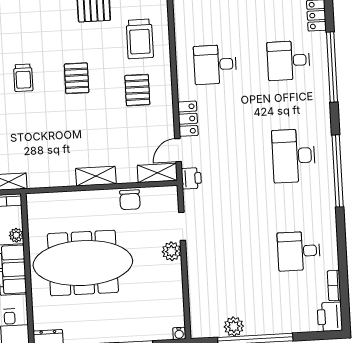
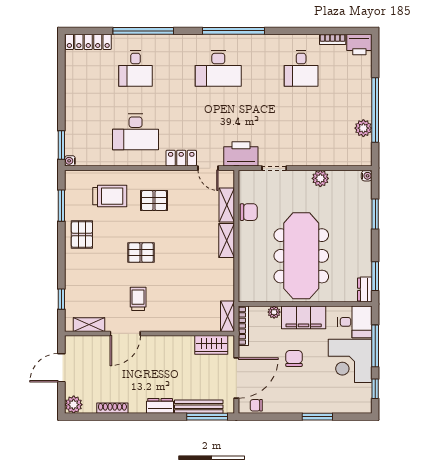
desk: (215, 64) -> (136, 132), width x1.37
trolley: (23, 78) -> (138, 299), turned -90
shelving: (157, 173) -> (227, 205), moved
printer: (191, 178) -> (241, 154), width x1.87, depth x1.48
plant: (172, 251) -> (320, 178), moved

